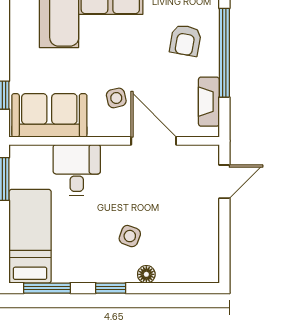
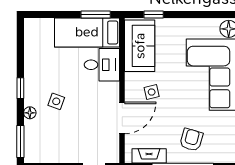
armchair: (185, 40) -> (191, 140), turned 96
bed: (30, 236) -> (87, 32), moved, turned 180
window: (47, 288) -> (20, 141), moved

